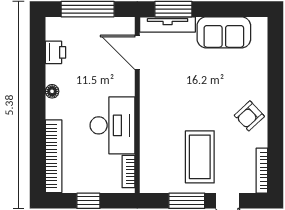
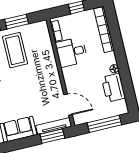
printer: (55, 52) -> (113, 88), width x1.87, depth x1.48
desk: (113, 125) -> (71, 52), width x0.73

